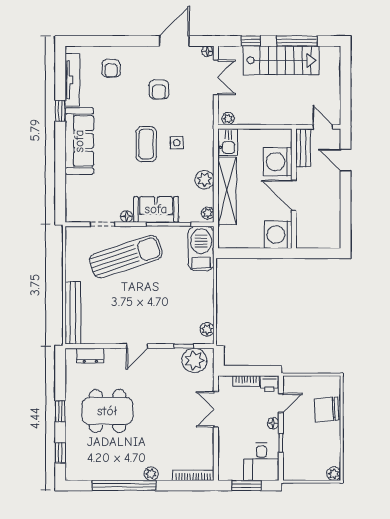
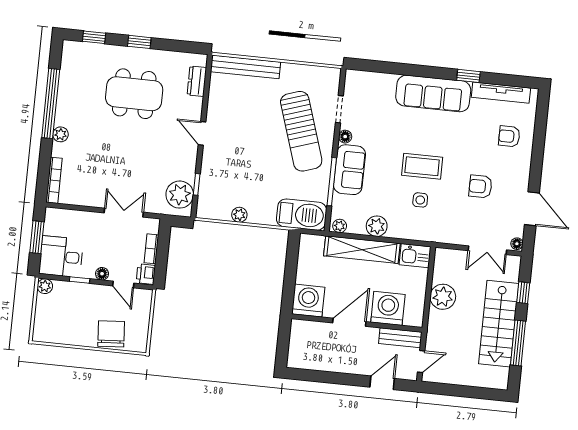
plant: (228, 119) -> (443, 297), moved, width x1.88, depth x1.88
plant: (207, 329) -> (239, 215), moved
dining table: (107, 411) -> (134, 94), turned 90
plant: (334, 474) -> (45, 286), moved

